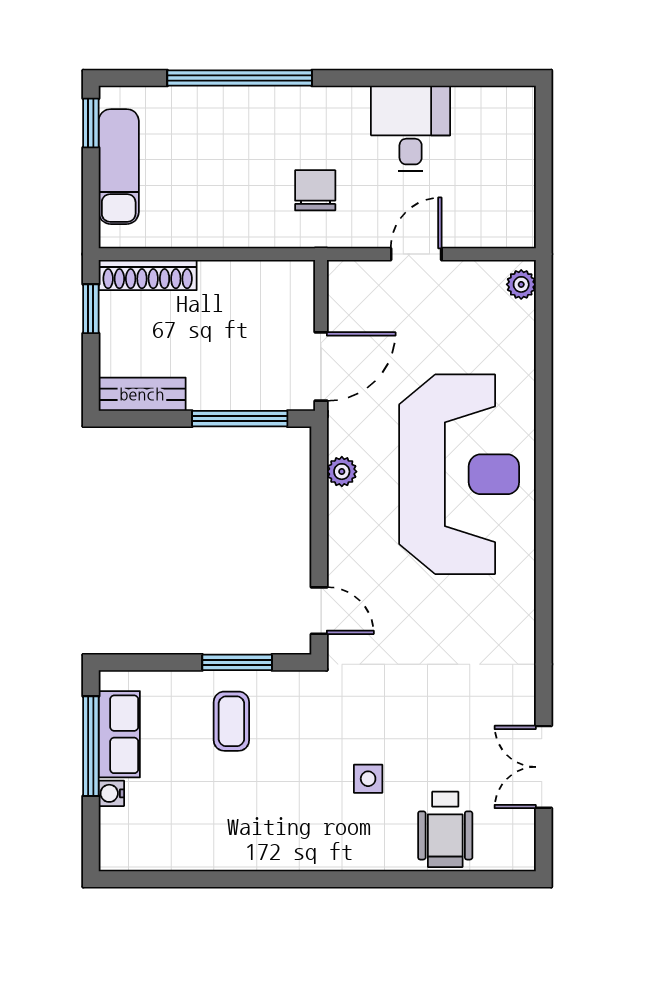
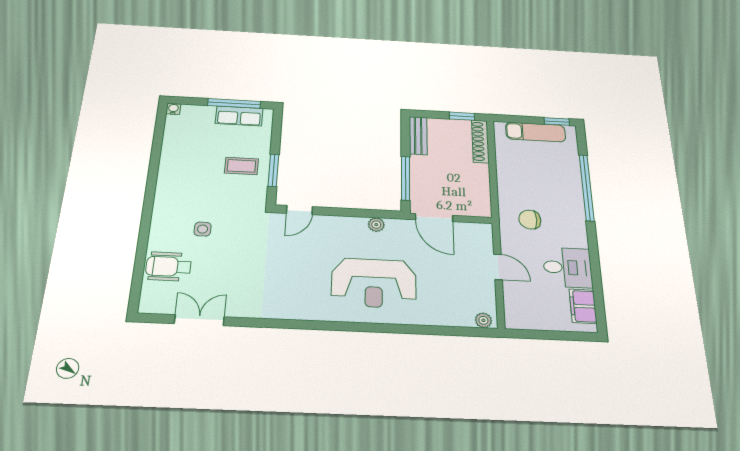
filing cabinet: (486, 107) -> (583, 306), added
chair: (315, 190) -> (530, 220), turned 180
reception desk: (459, 474) -> (374, 283), width x0.74, depth x0.77
water cooler: (111, 793) -> (173, 109), moved

